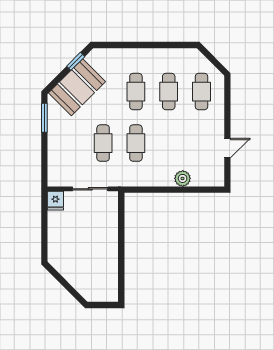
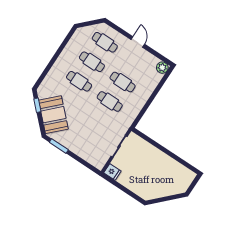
cafe table: (103, 143) -> (123, 82), moved
door: (227, 148) -> (138, 42), moved
plant: (183, 178) -> (162, 68), moved

